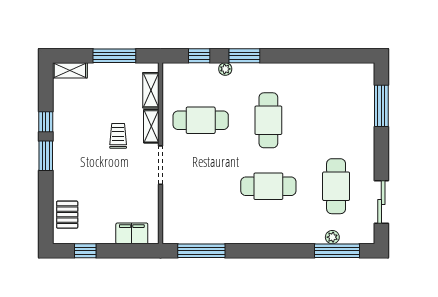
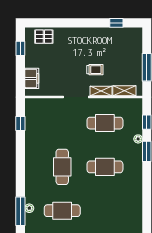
shelving: (70, 70) -> (137, 38), removed
cafe table: (201, 120) -> (105, 123), turned 90
window: (46, 122) -> (116, 23), moved
window: (46, 156) -> (82, 23), removed
window: (201, 251) -> (20, 123), width x0.46

